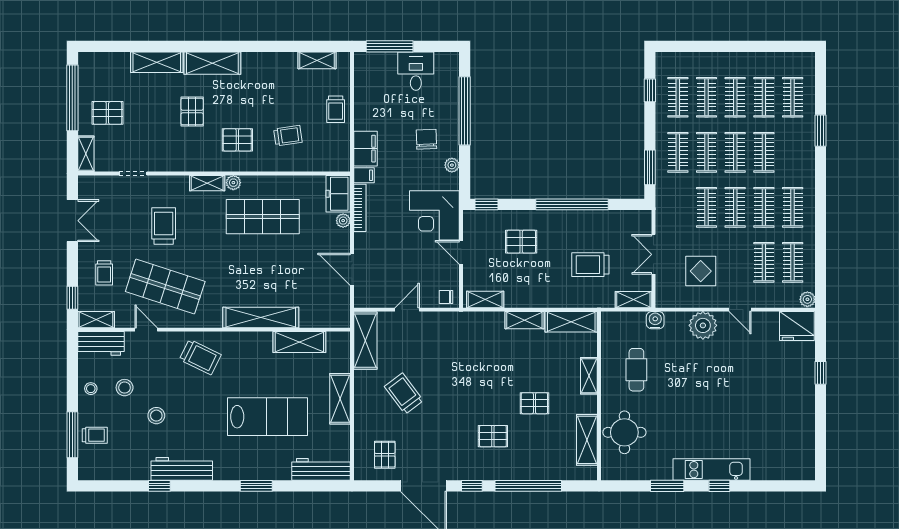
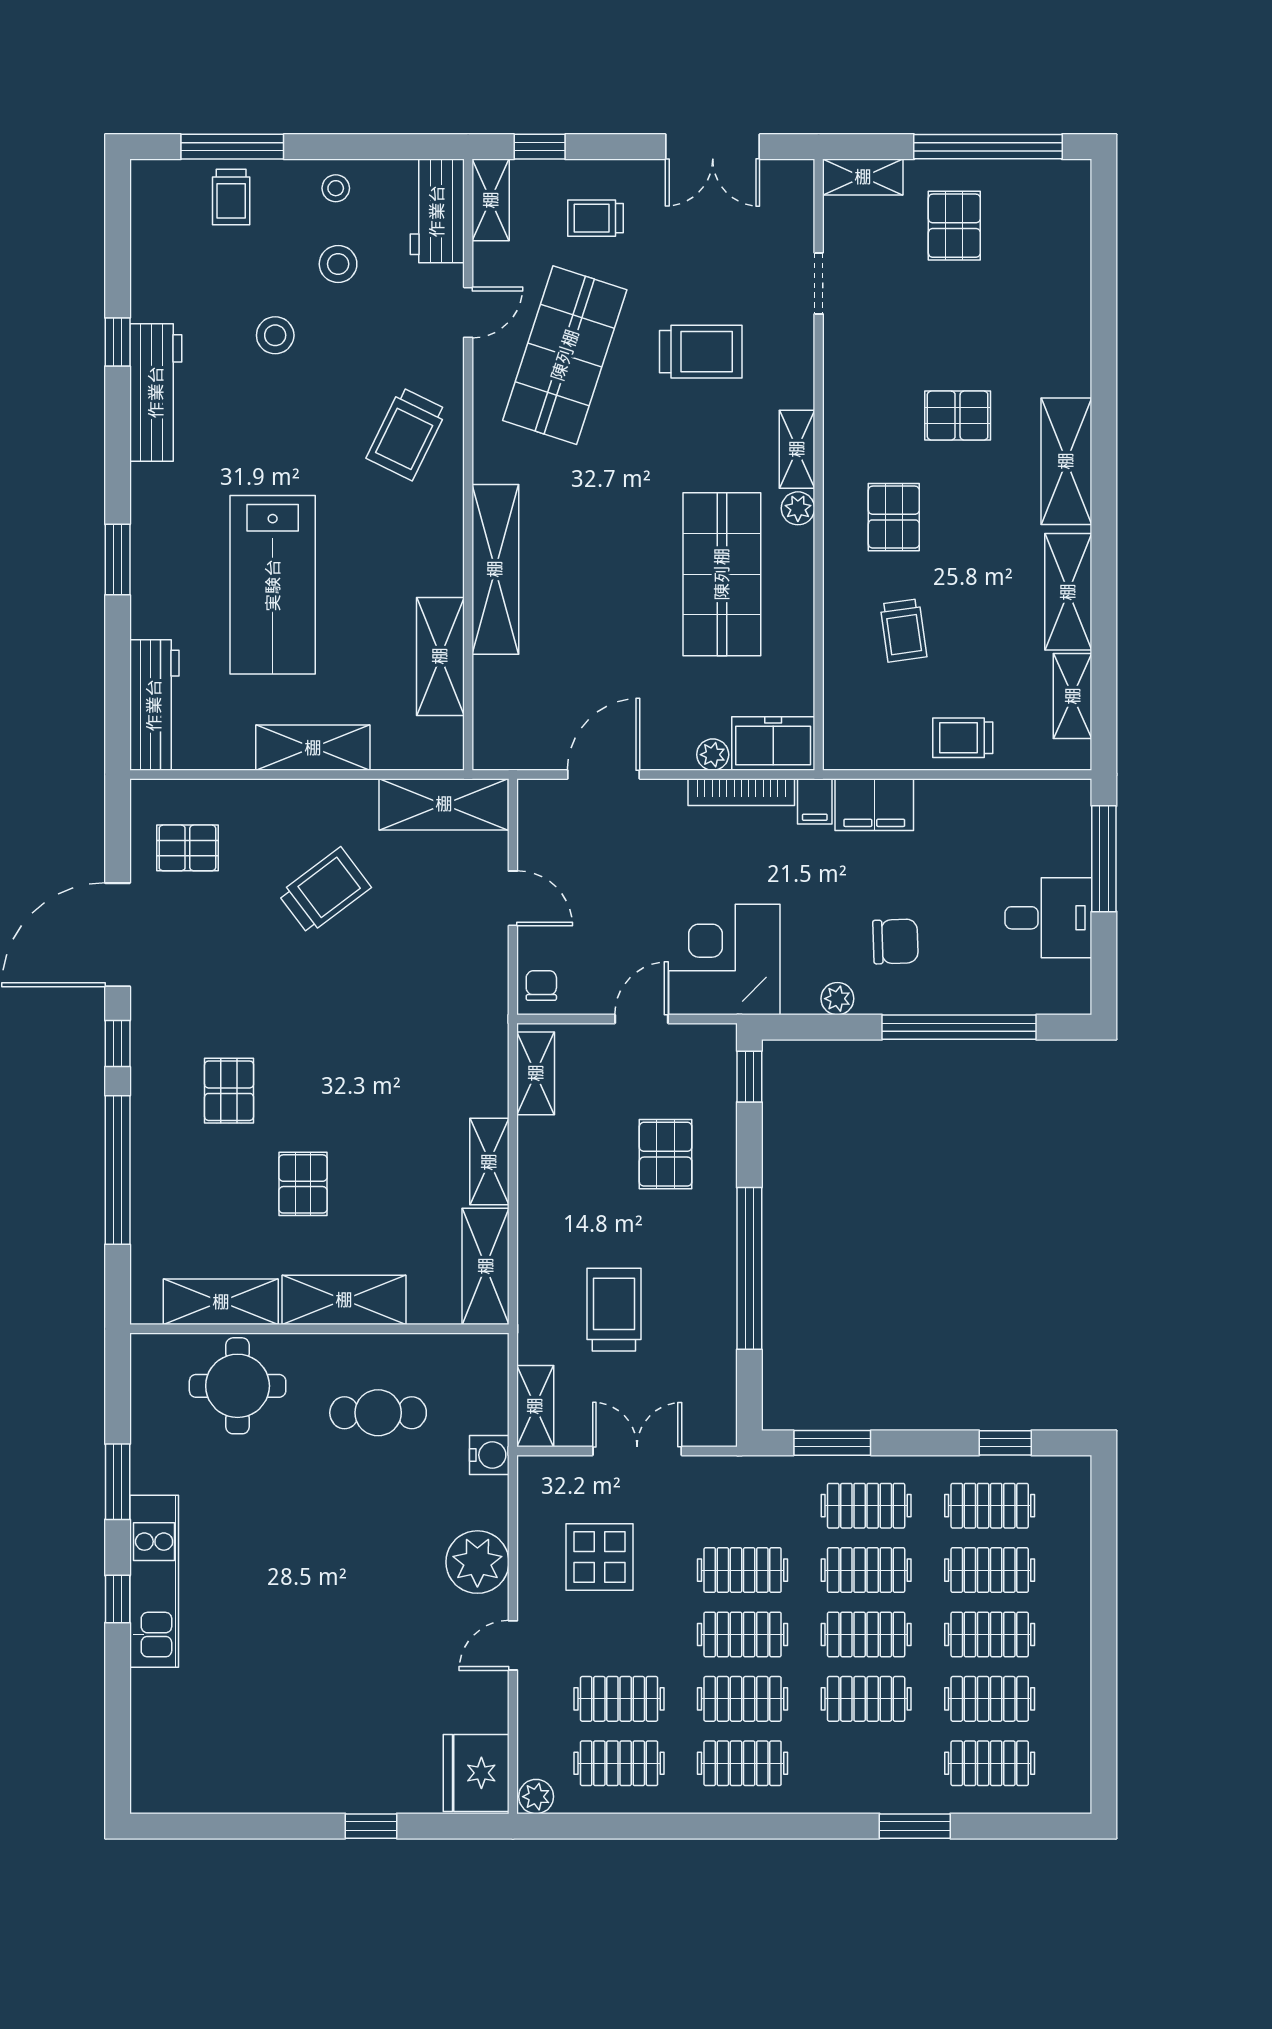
shelving: (157, 62) -> (1068, 592), moved
shelving: (589, 376) -> (344, 1300), width x1.50, depth x1.33

